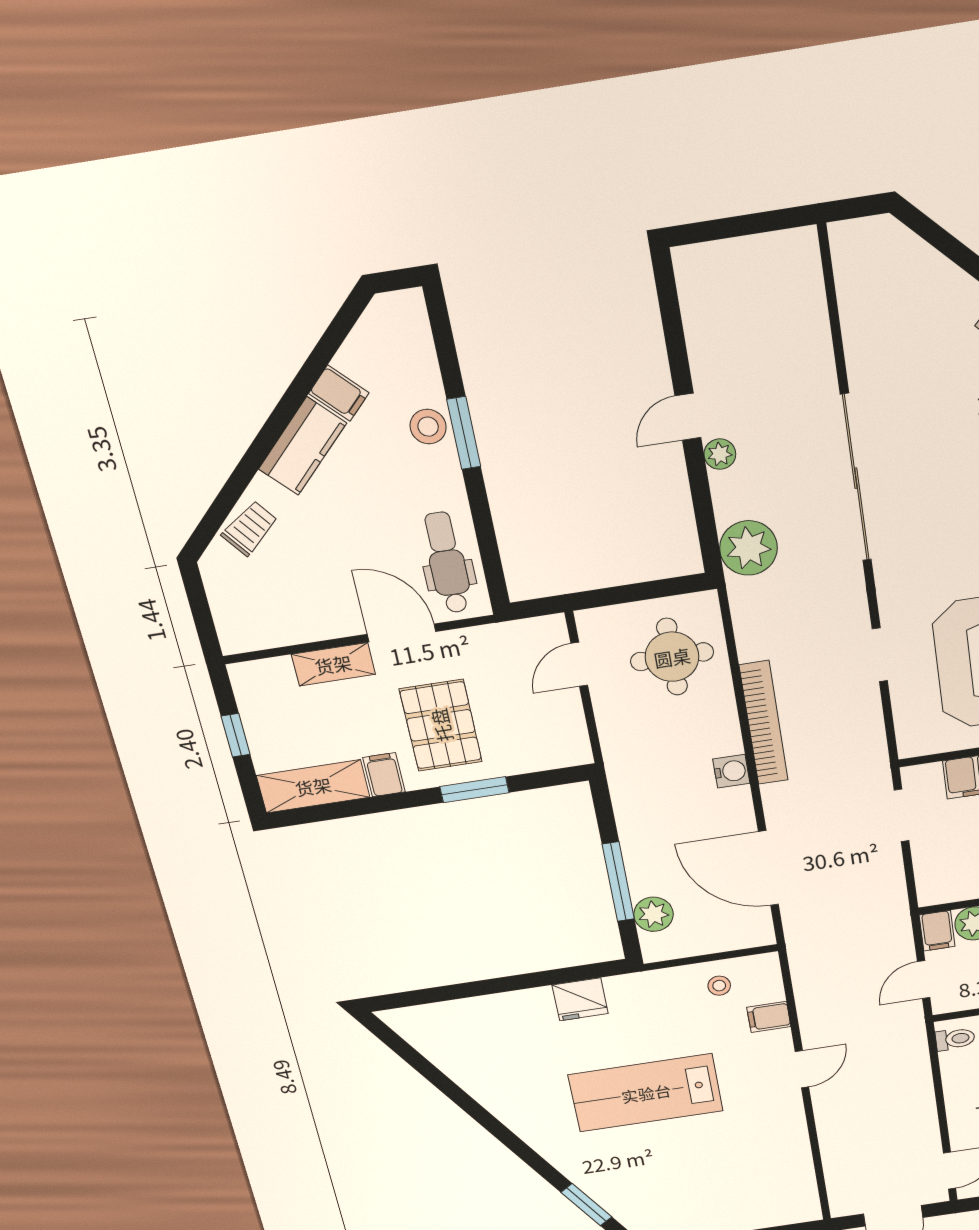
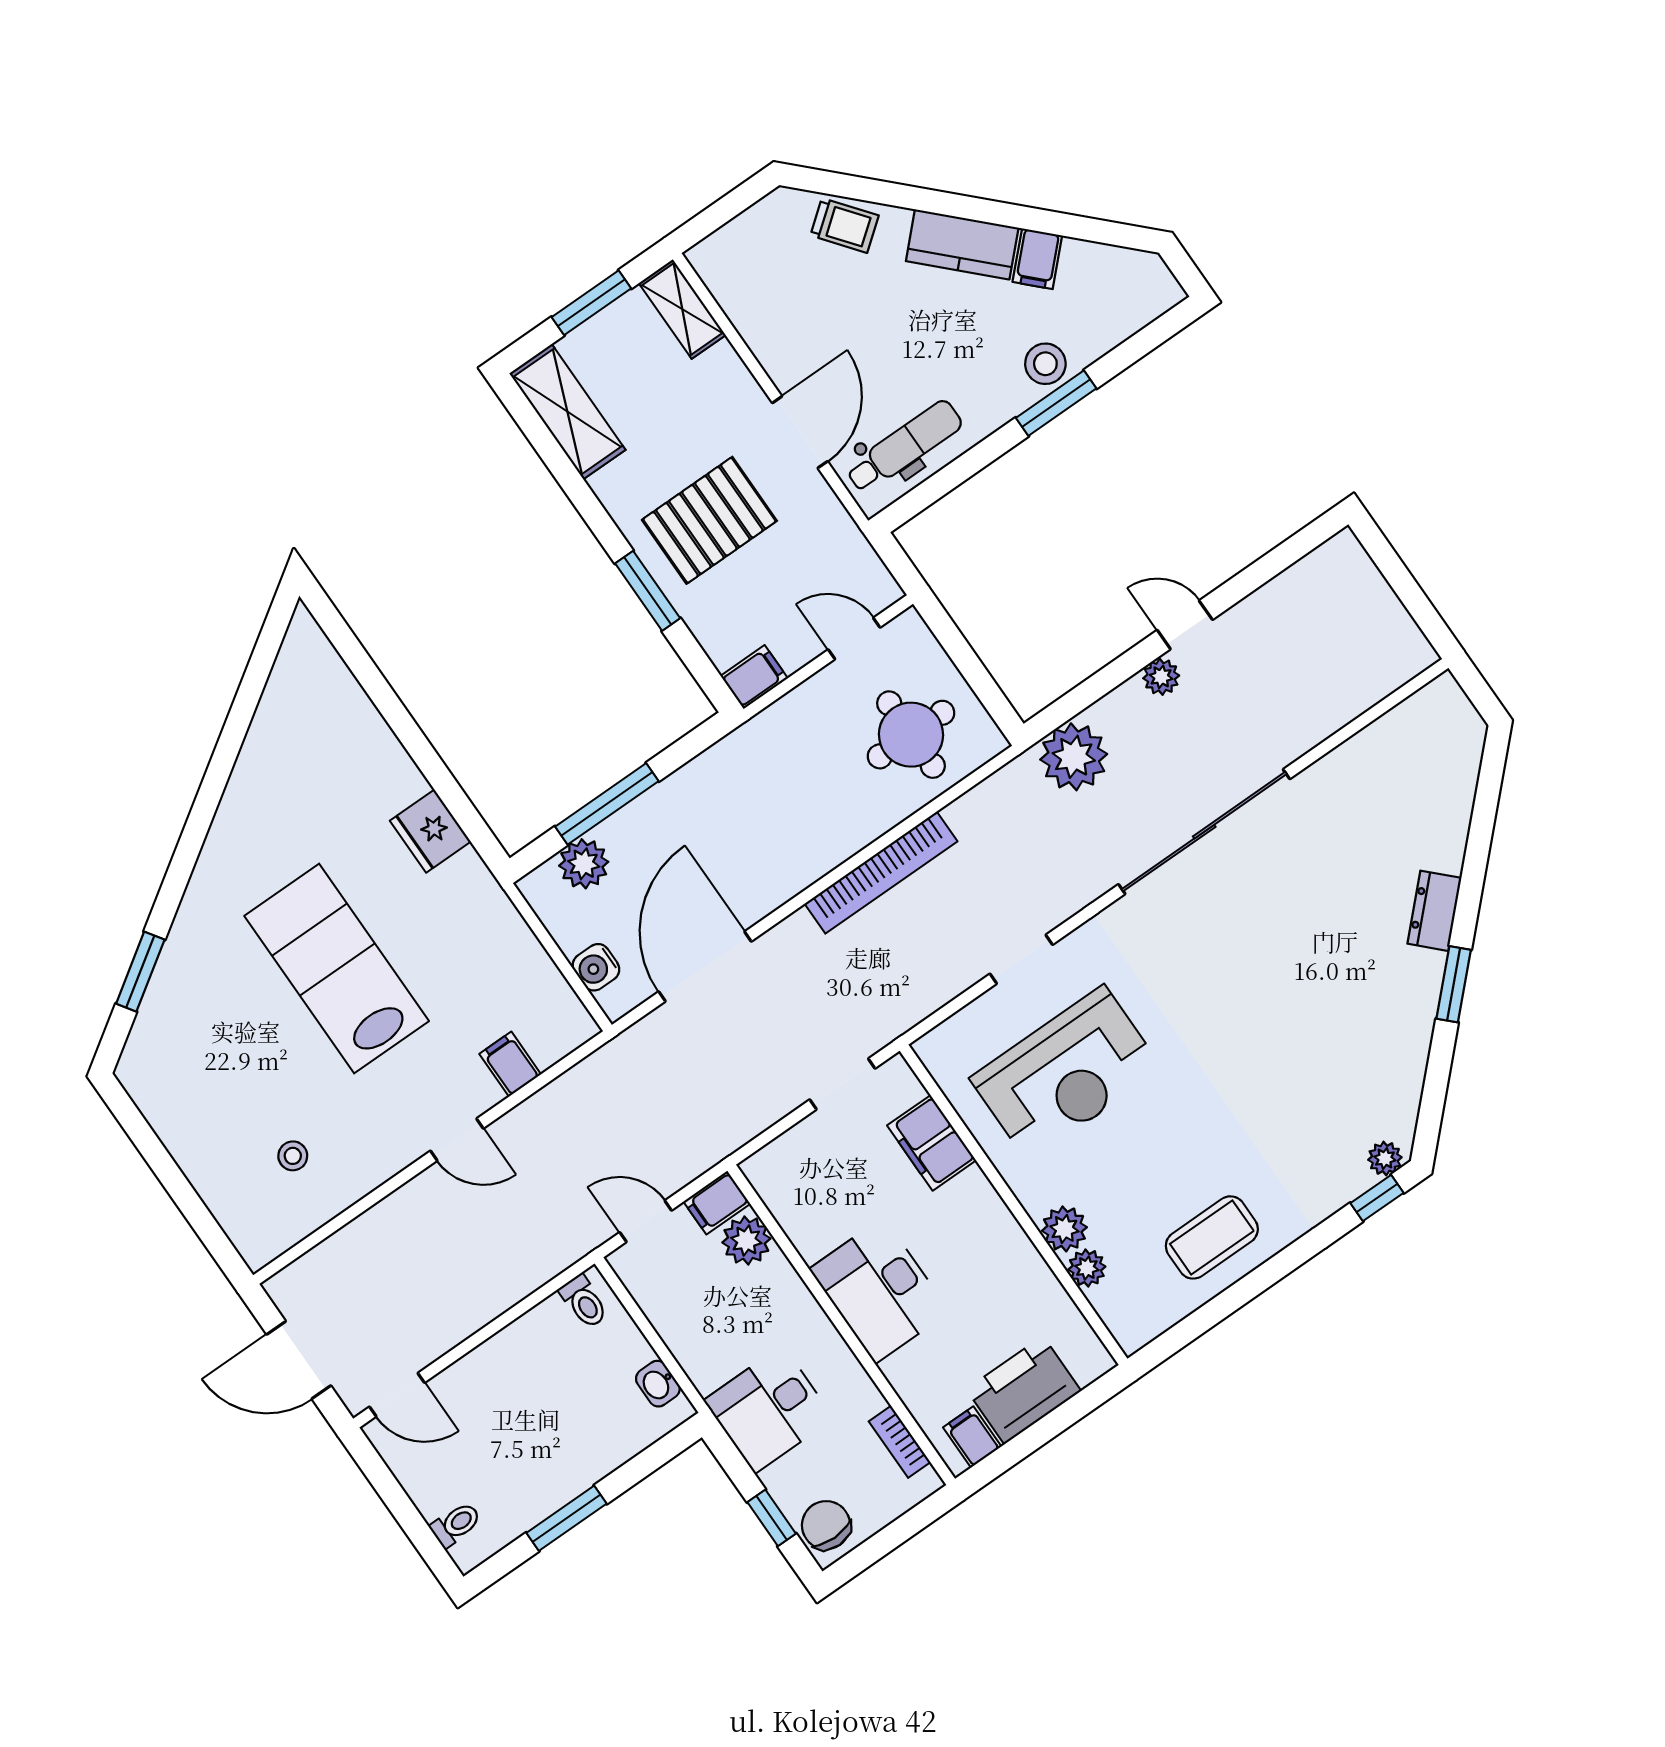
shelving: (333, 664) -> (682, 309), moved
window: (236, 735) -> (591, 303), width x1.50
water cooler: (731, 771) -> (596, 967), moved, turned 90
filing cabinet: (384, 775) -> (754, 677), moved
stool: (719, 986) -> (293, 1156), moved

